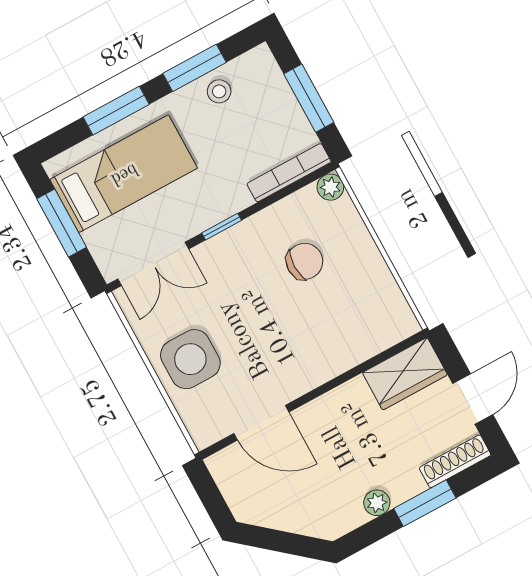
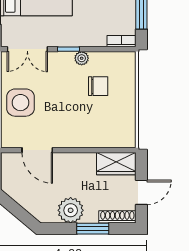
bookcase: (289, 173) -> (121, 41), width x0.64
plant: (330, 187) -> (82, 58), moved
plant: (377, 503) -> (71, 210), width x1.88, depth x1.88

